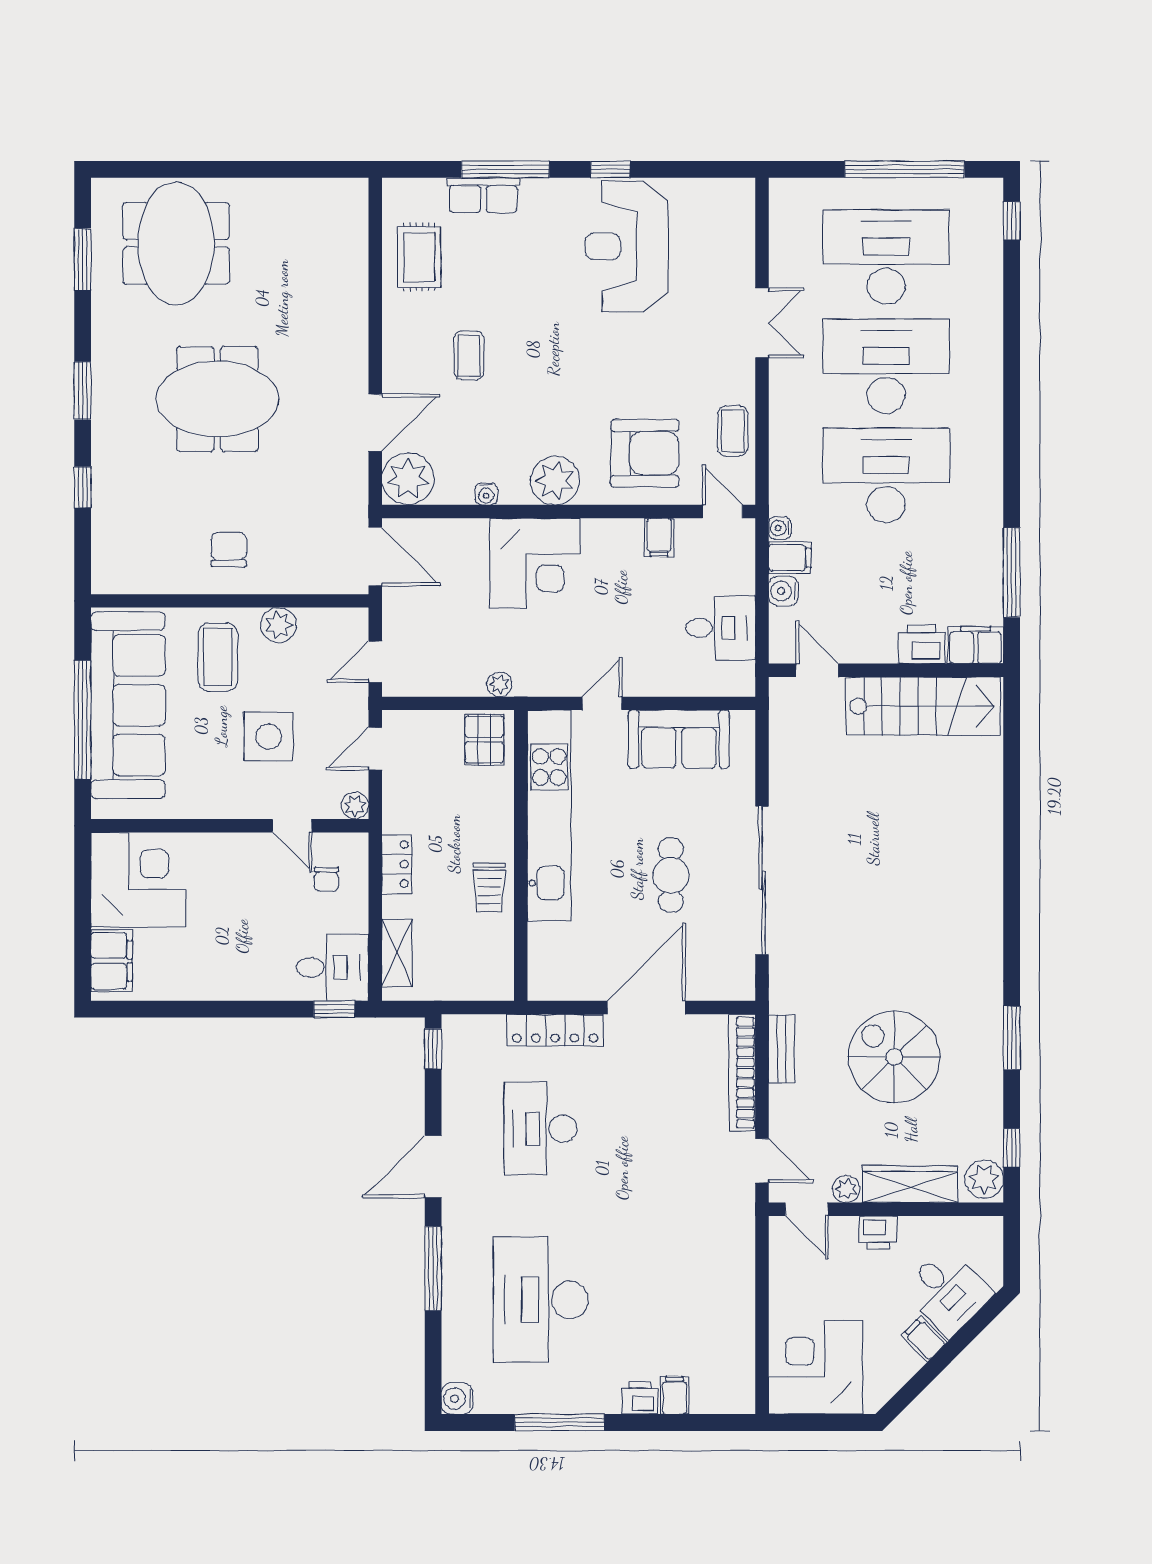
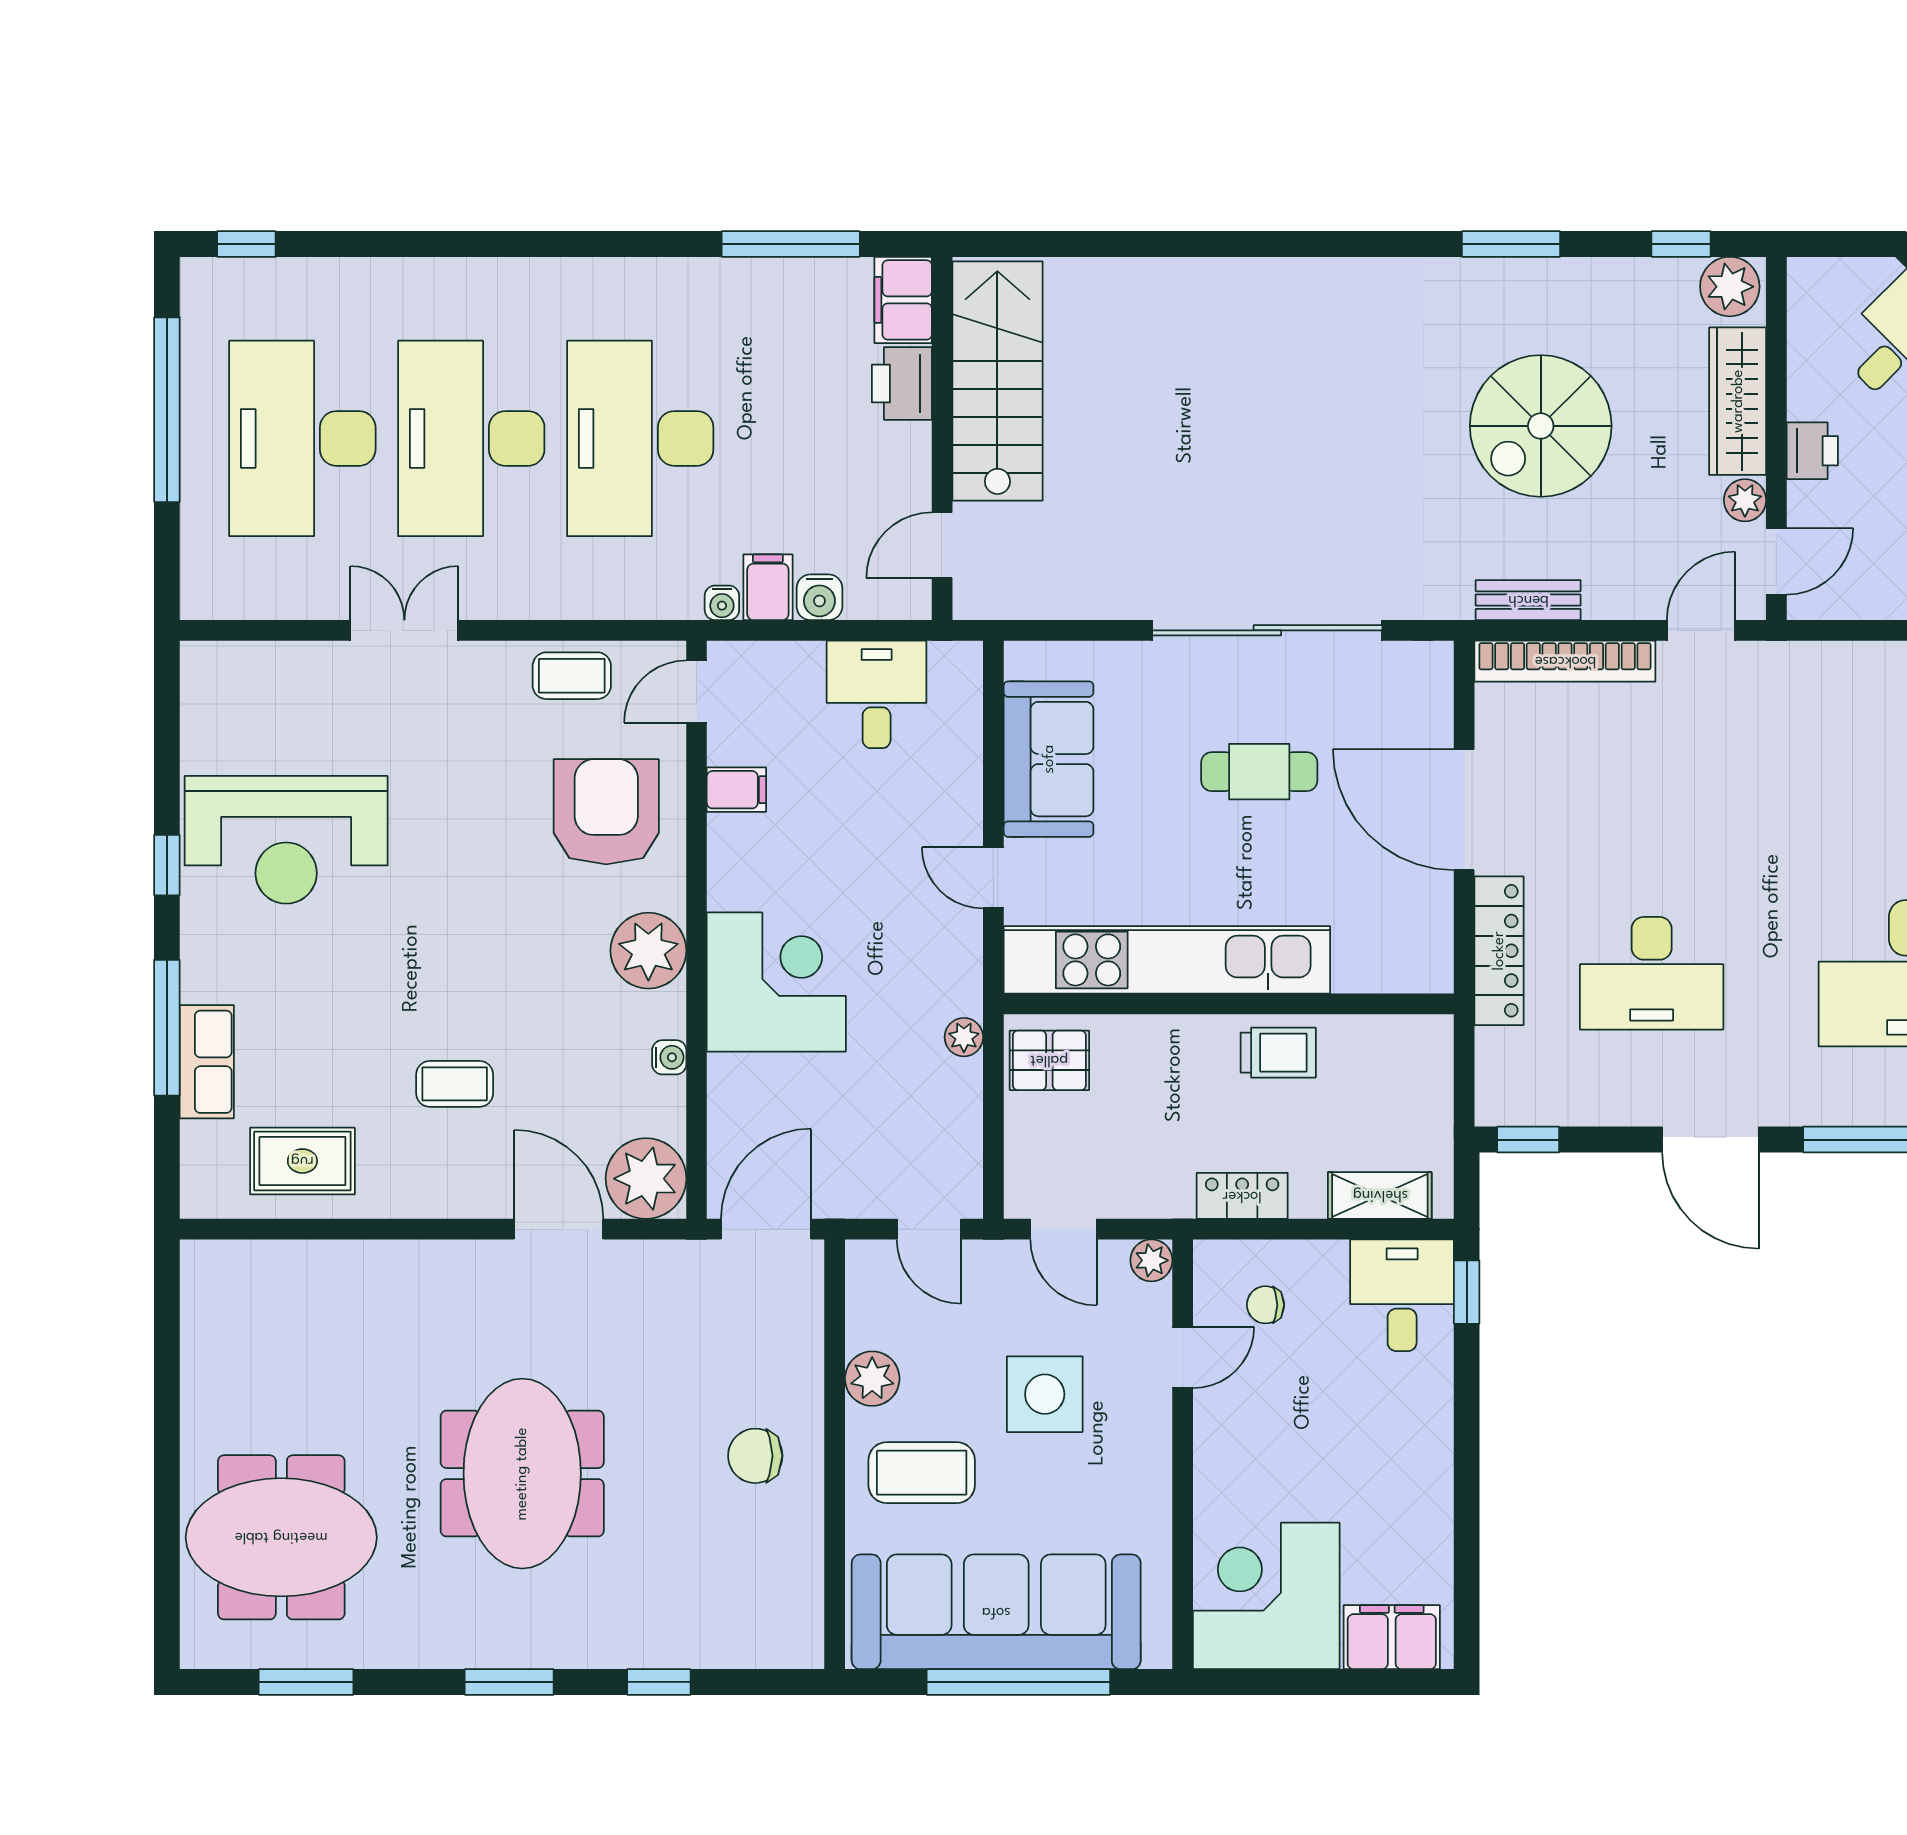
chair: (326, 879) -> (1265, 1305), turned 180

